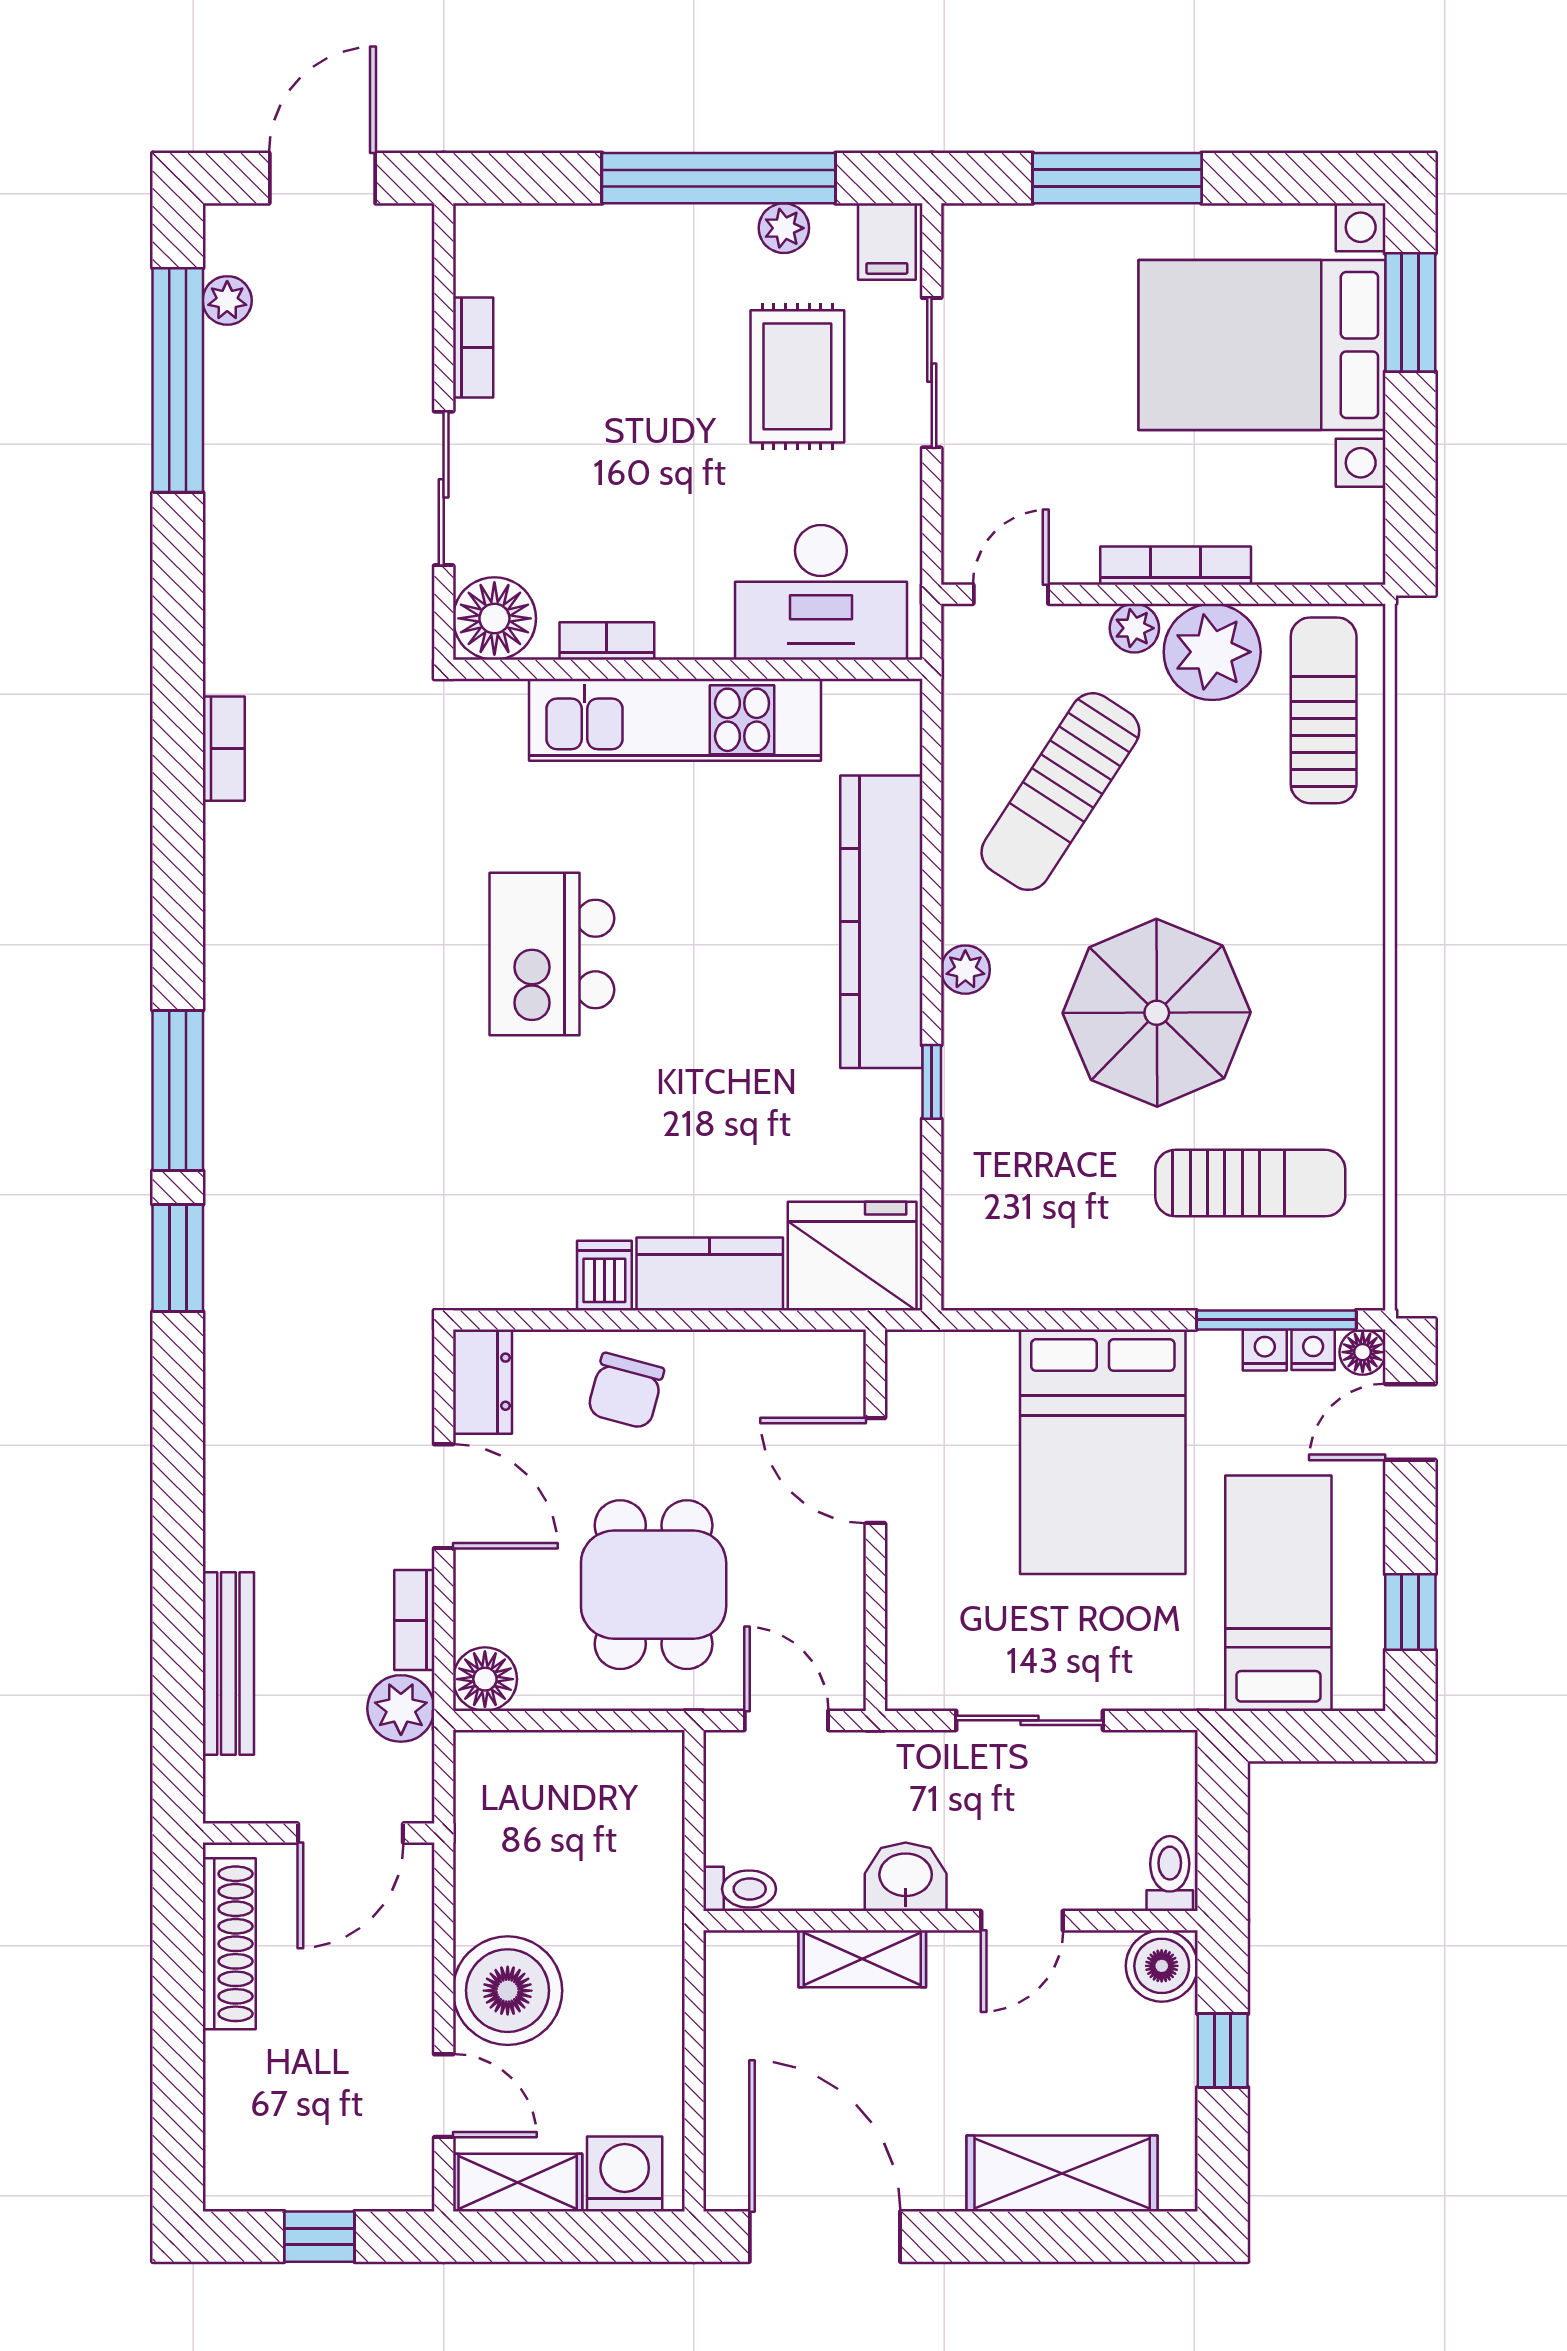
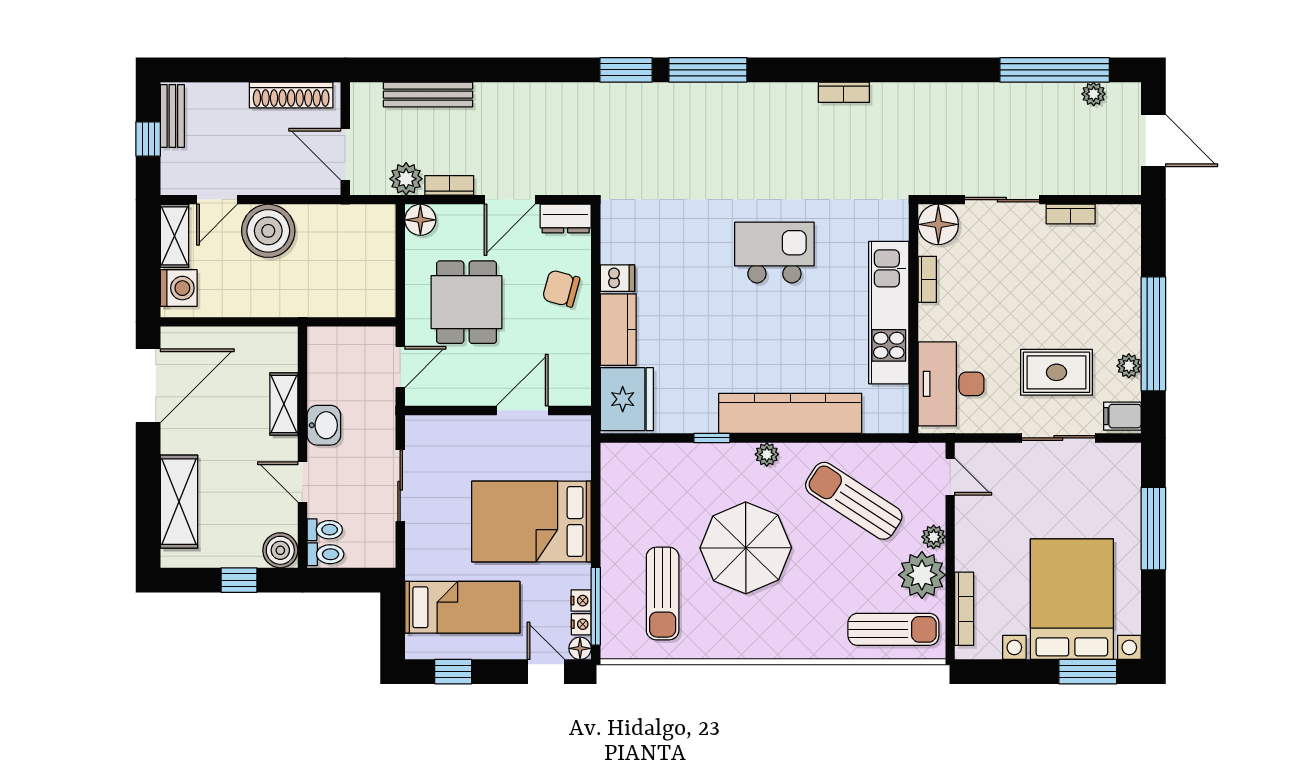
bookcase: (1176, 566) -> (964, 609), moved
bookcase: (224, 749) -> (844, 92), moved
dining table: (654, 1585) -> (466, 302), turned 90
toilet: (740, 1889) -> (325, 530), moved, turned -90
bench: (272, 2187) -> (172, 116), added

